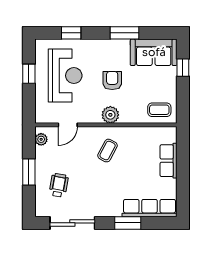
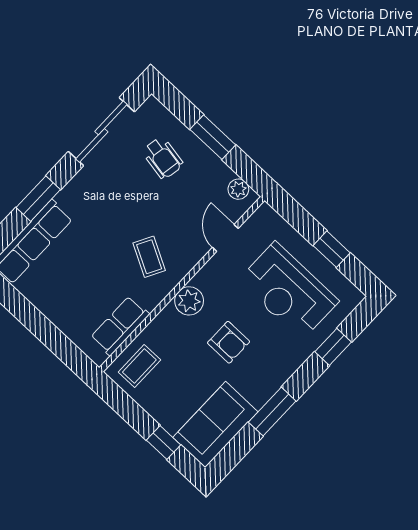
row of seats: (168, 161) -> (120, 326), moved, turned -90

